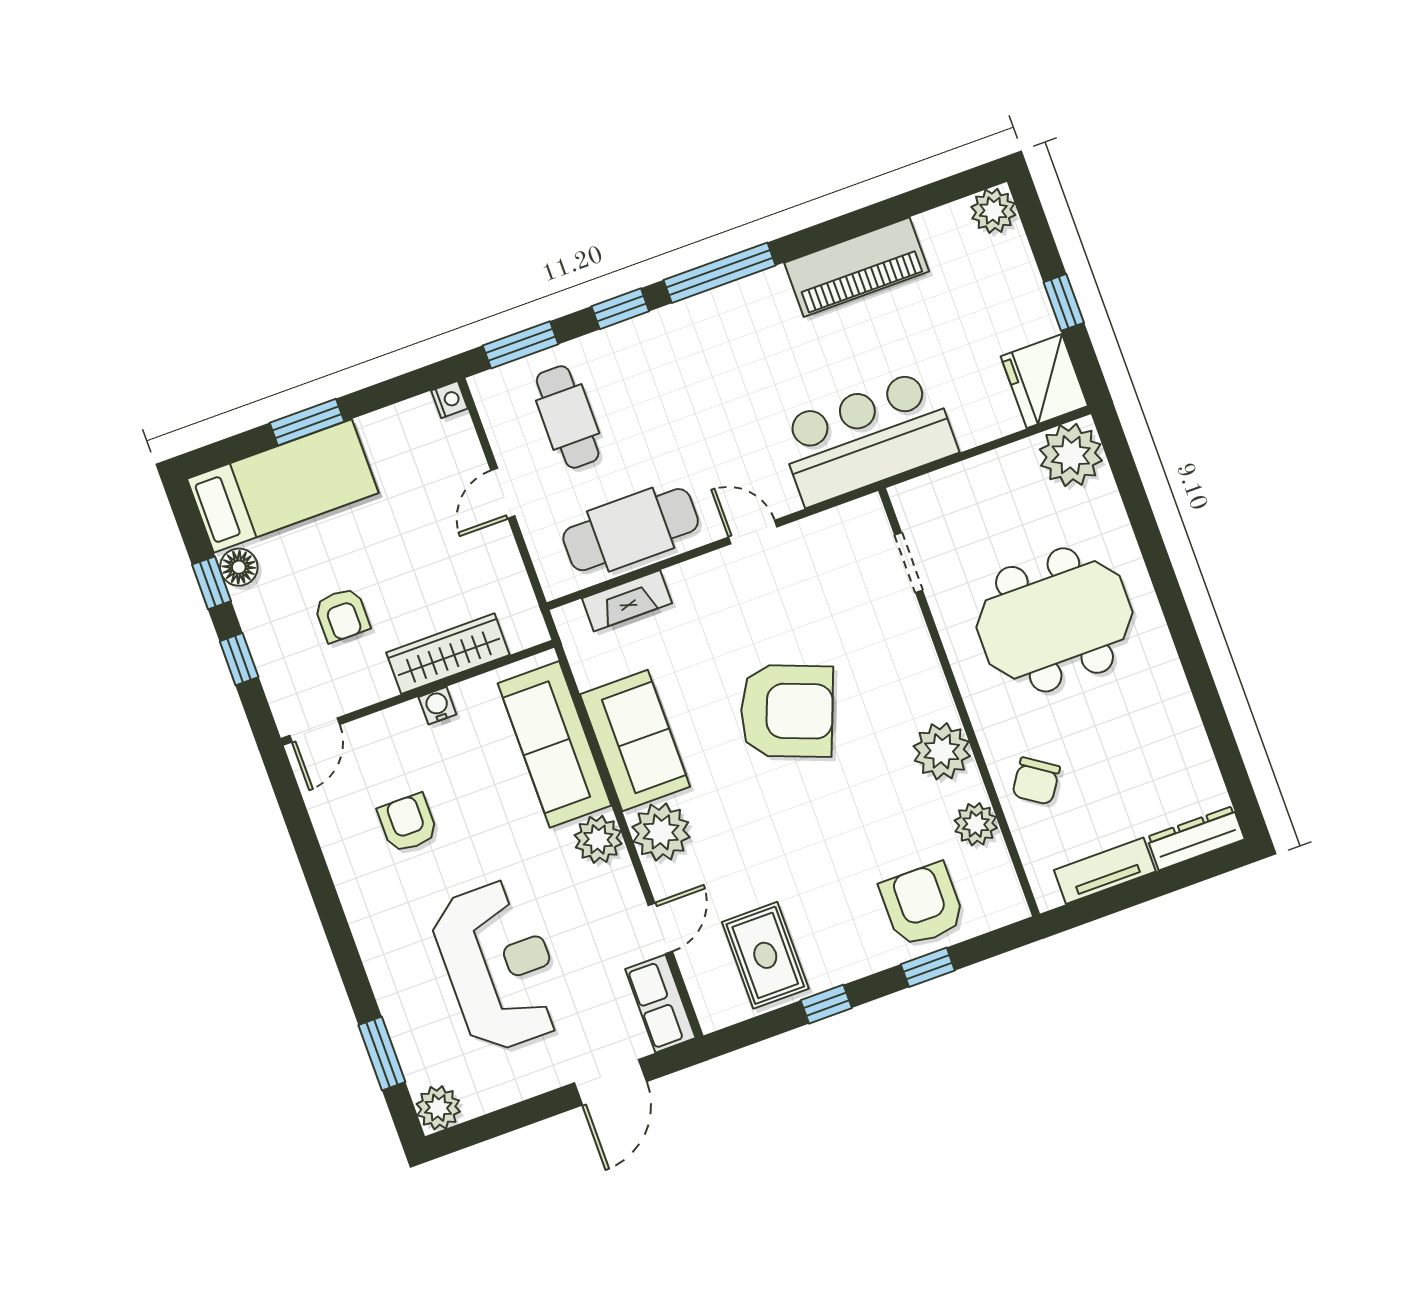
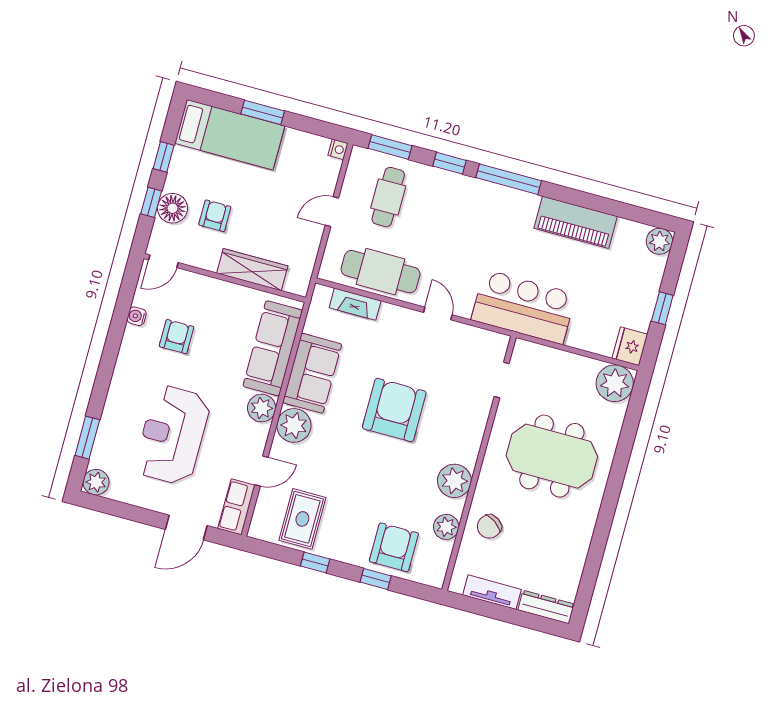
fridge: (1044, 381) -> (630, 346), width x0.73, depth x0.75
floor lamp: (239, 567) -> (173, 208), moved, width x1.38, depth x1.38
armchair: (342, 615) -> (215, 216), turned 180
water cooler: (437, 706) -> (137, 316), moved, turned -90
armchair: (787, 711) -> (394, 410), turned -111
reception desk: (499, 966) -> (172, 435), turned 180

